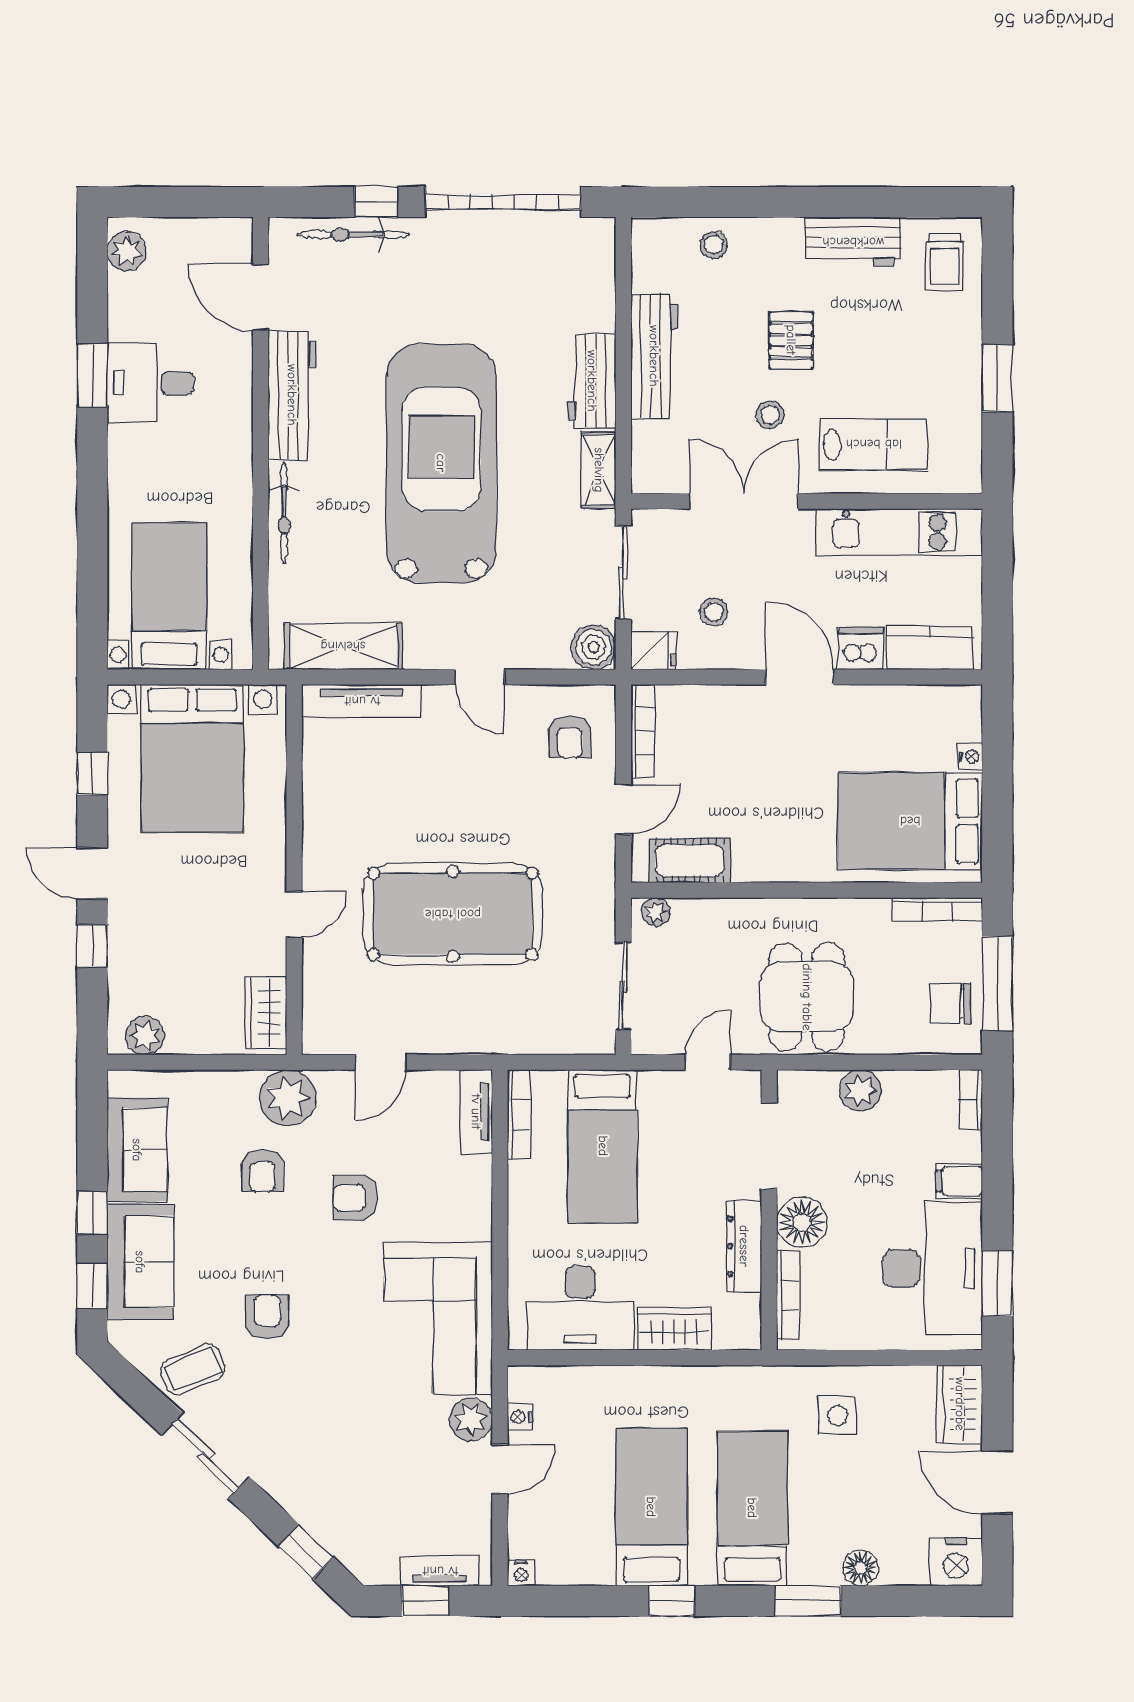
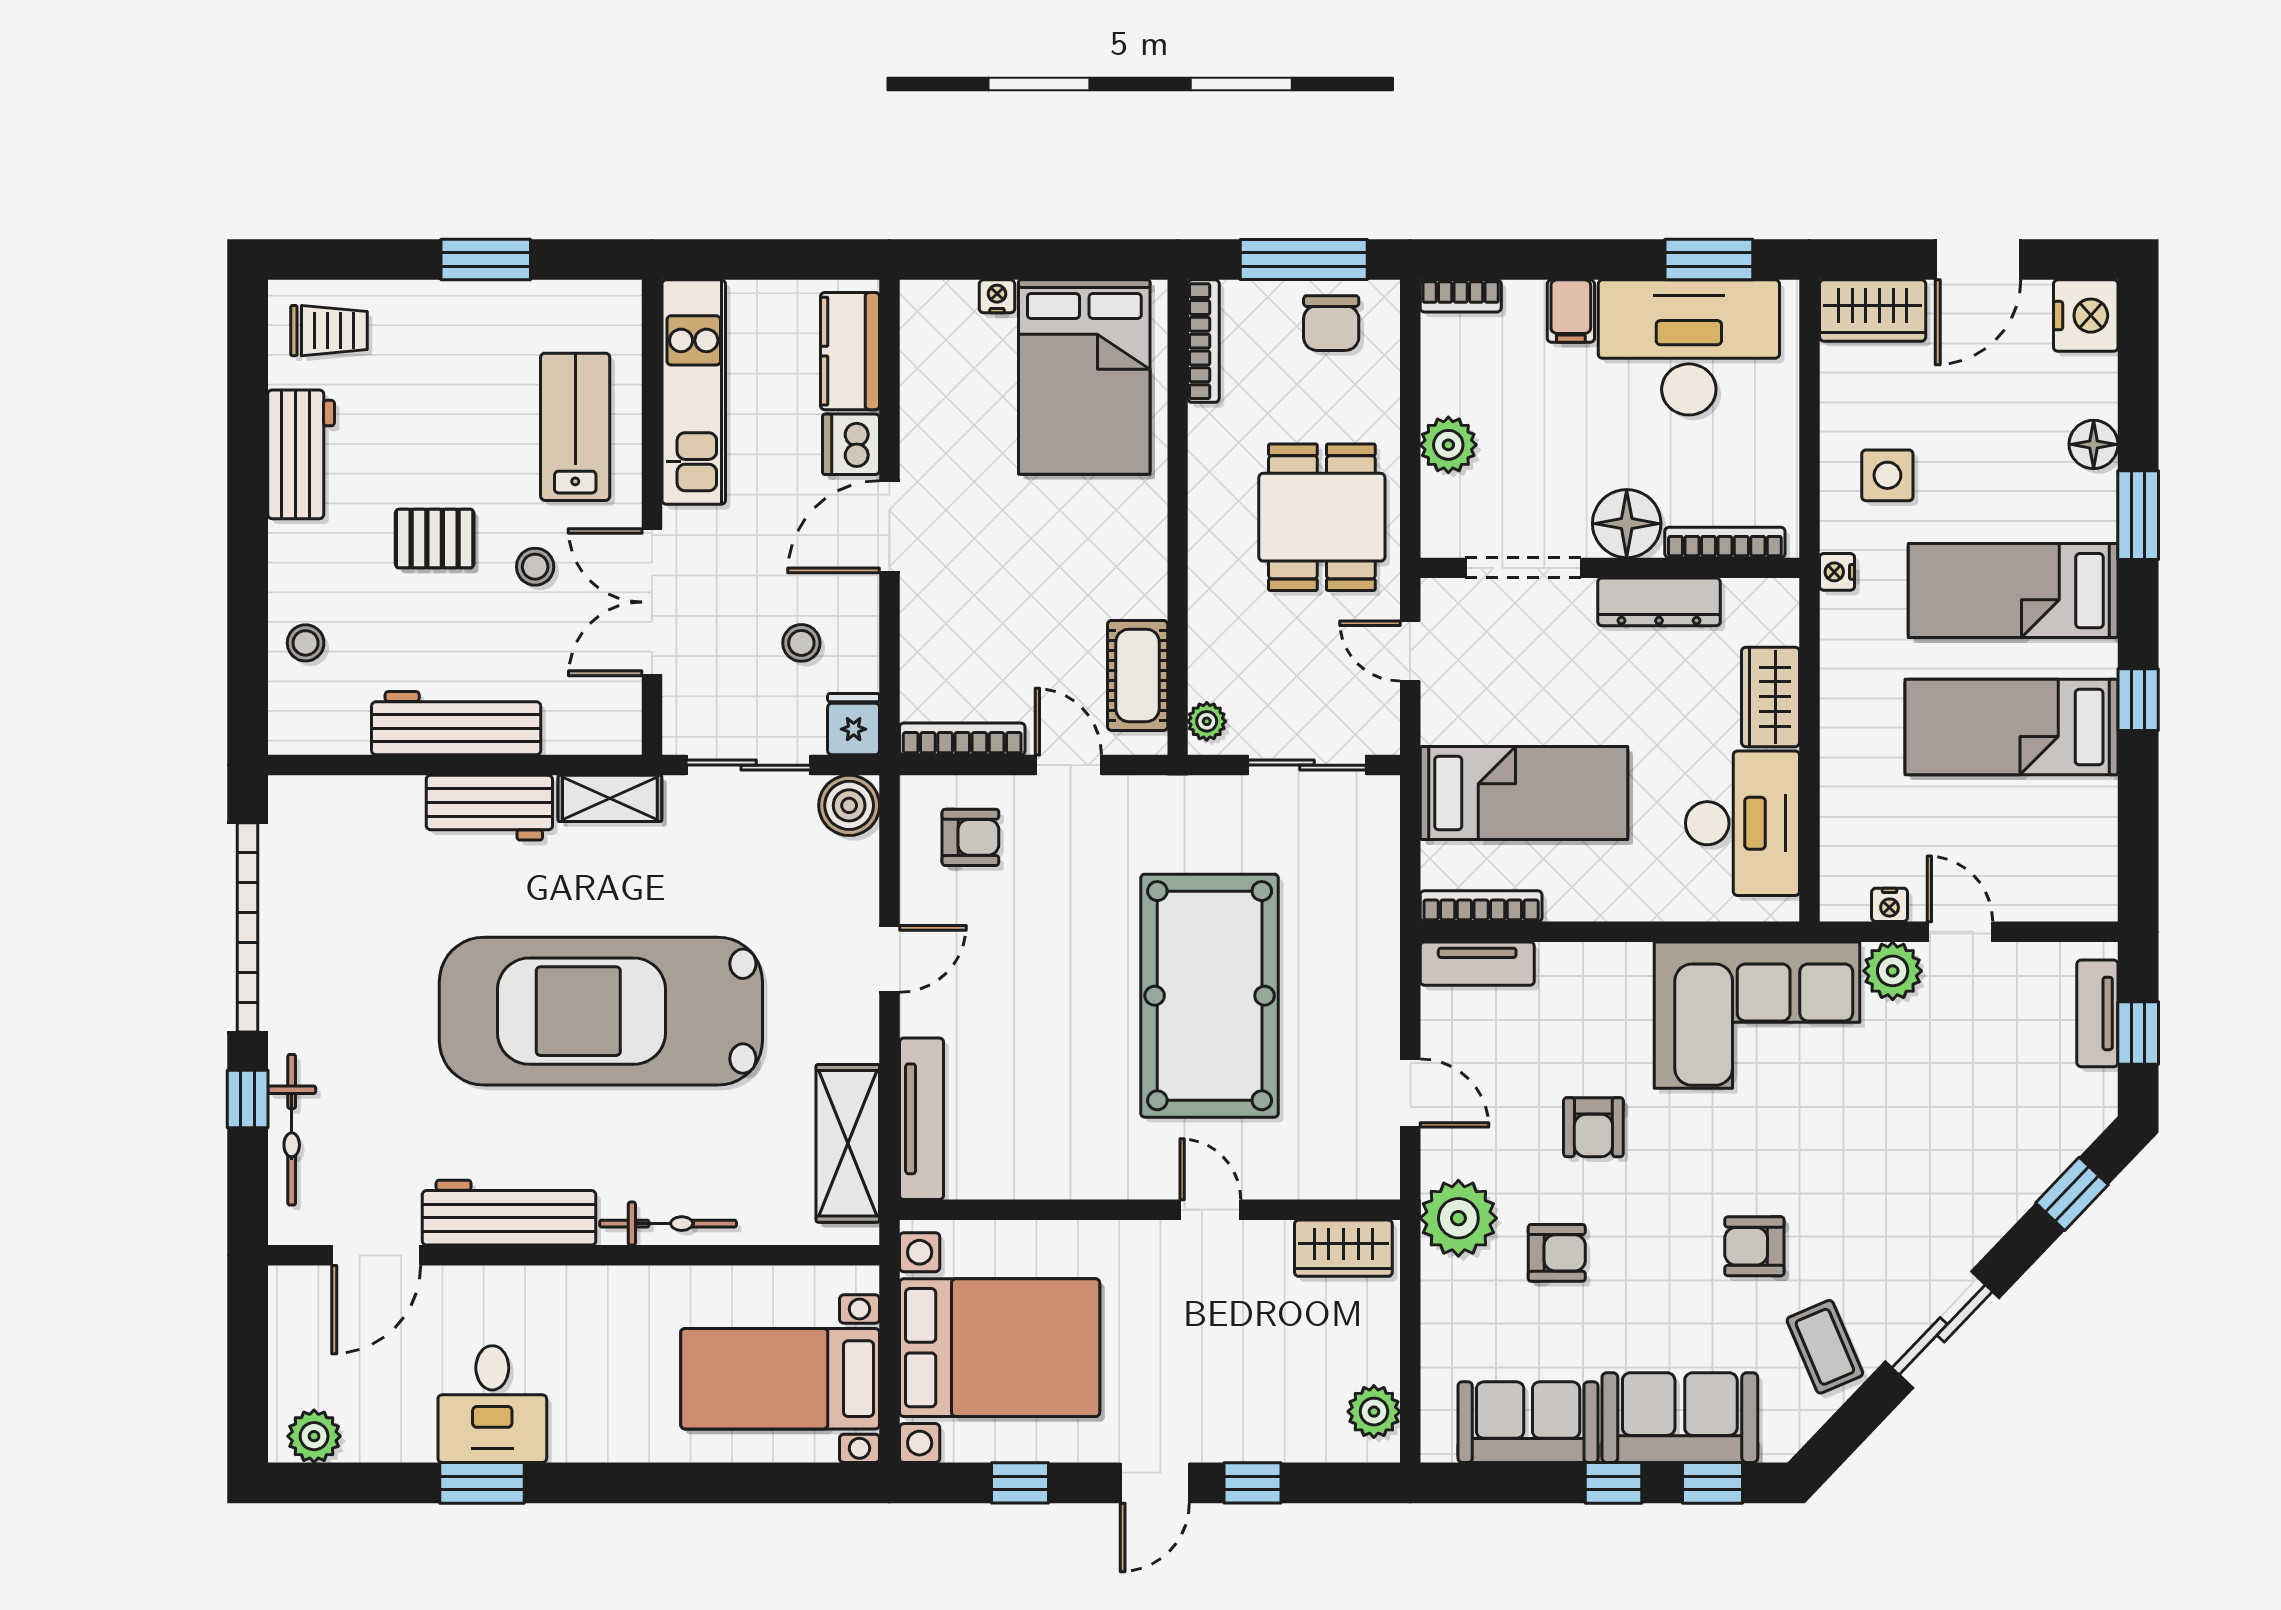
dining table: (807, 997) -> (1322, 517), turned 90
nightstand: (521, 1573) -> (1837, 572), moved, turned 180

